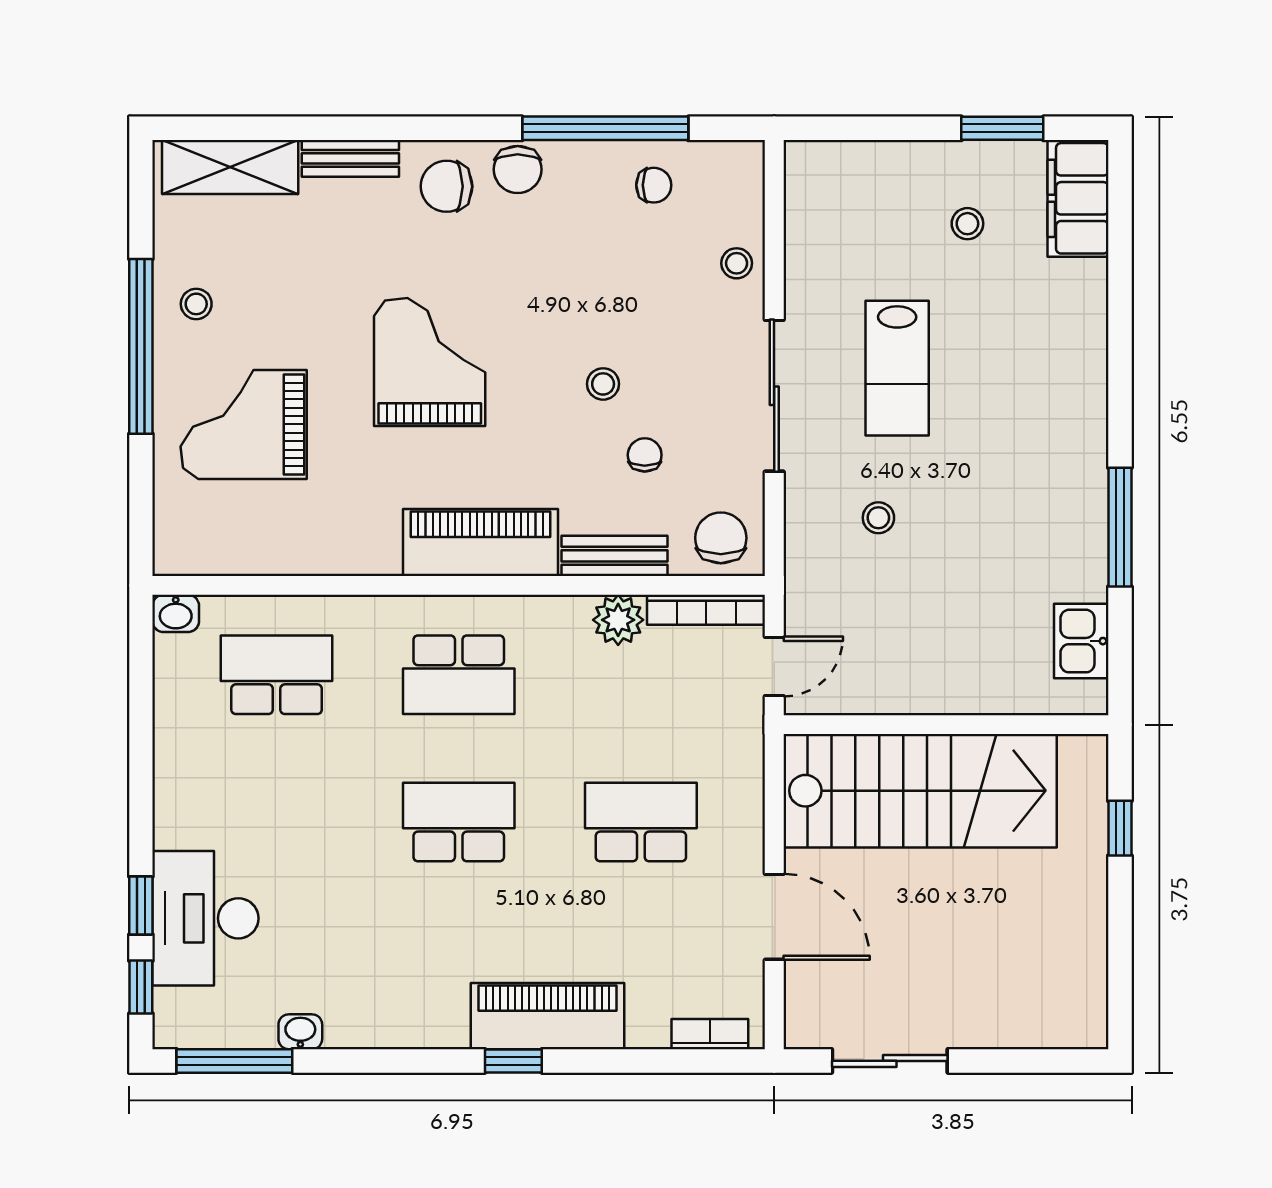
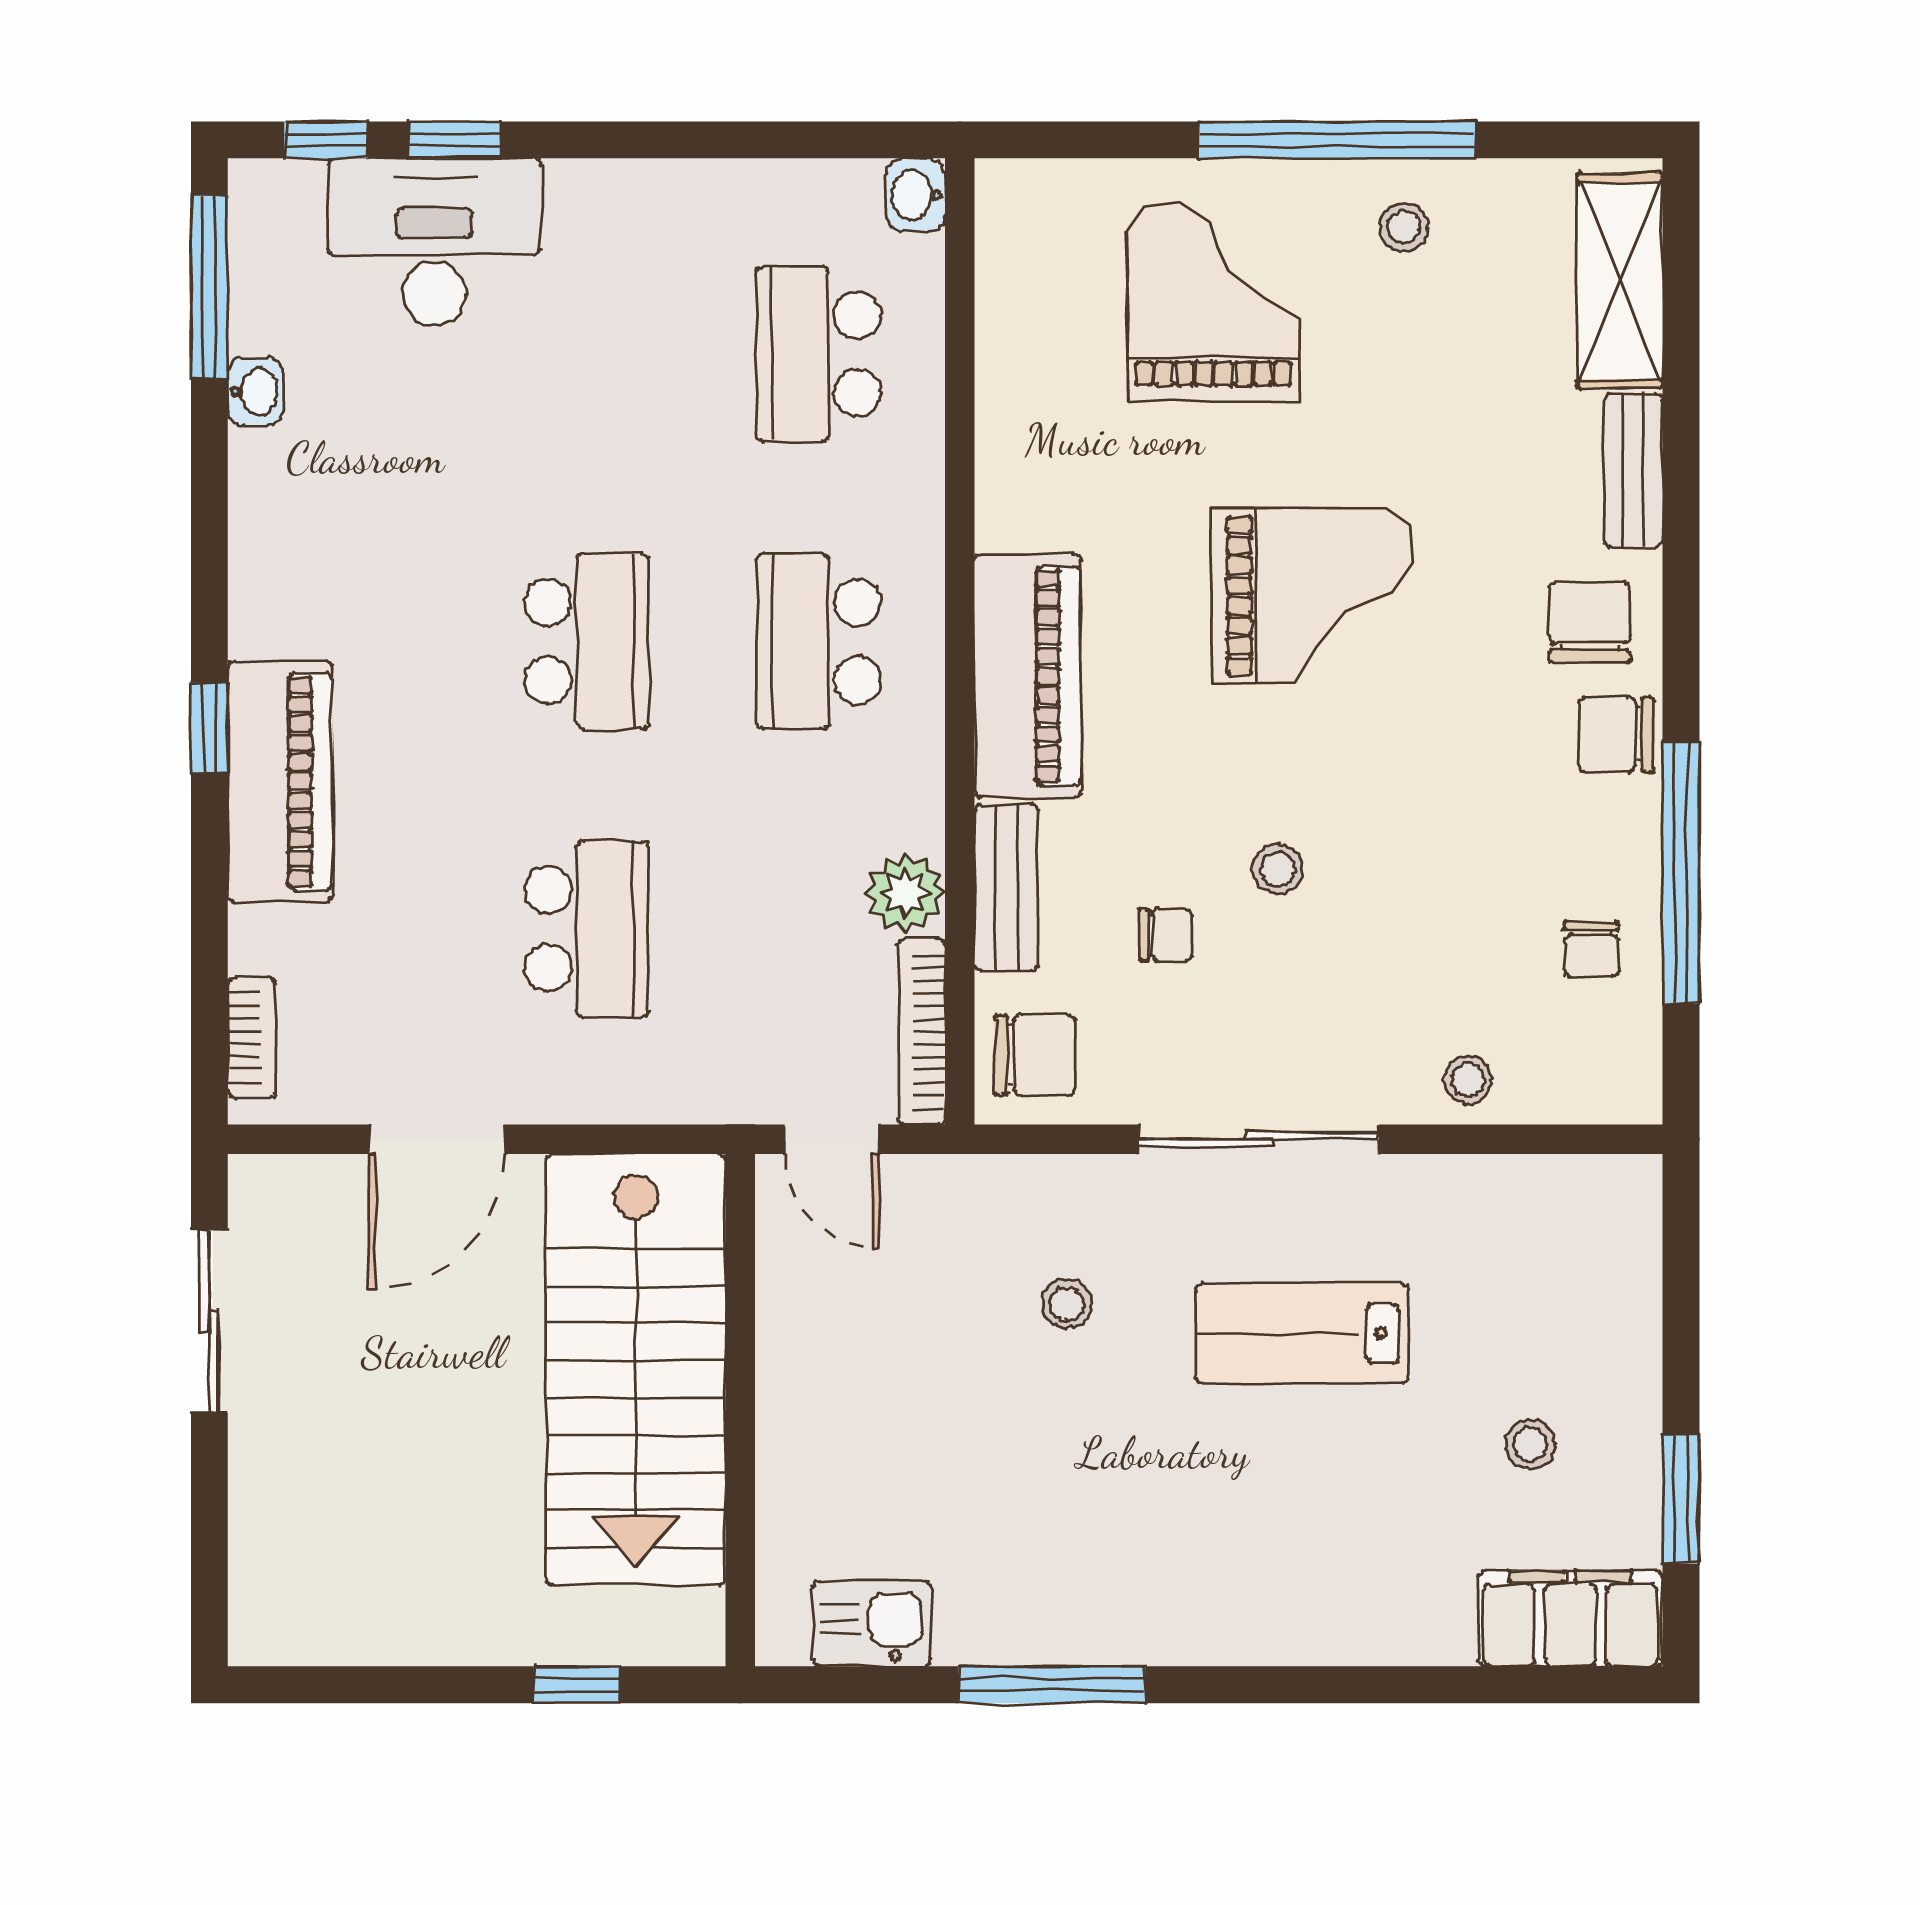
school desk: (277, 675) -> (819, 354), turned 180

